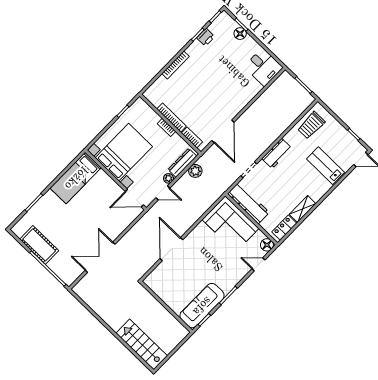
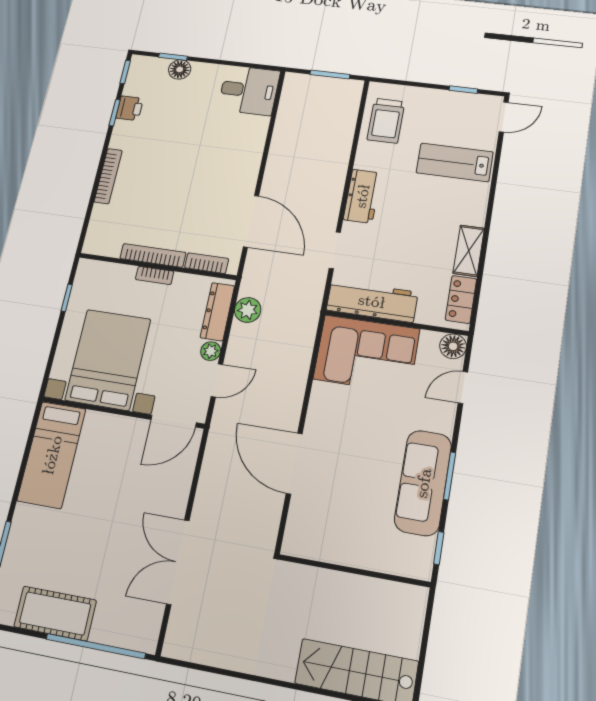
sofa: (202, 306) -> (423, 483), moved

